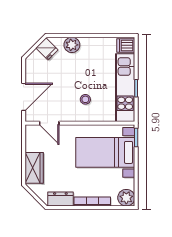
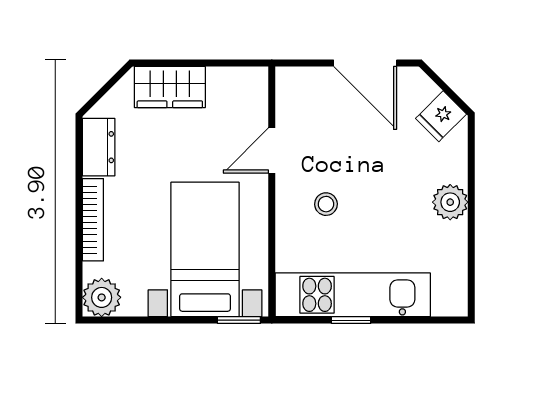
plant: (72, 45) -> (450, 202), moved
dishwasher: (126, 45) -> (449, 296), removed
door: (24, 97) -> (365, 63), moved
door: (49, 123) -> (272, 150), moved

